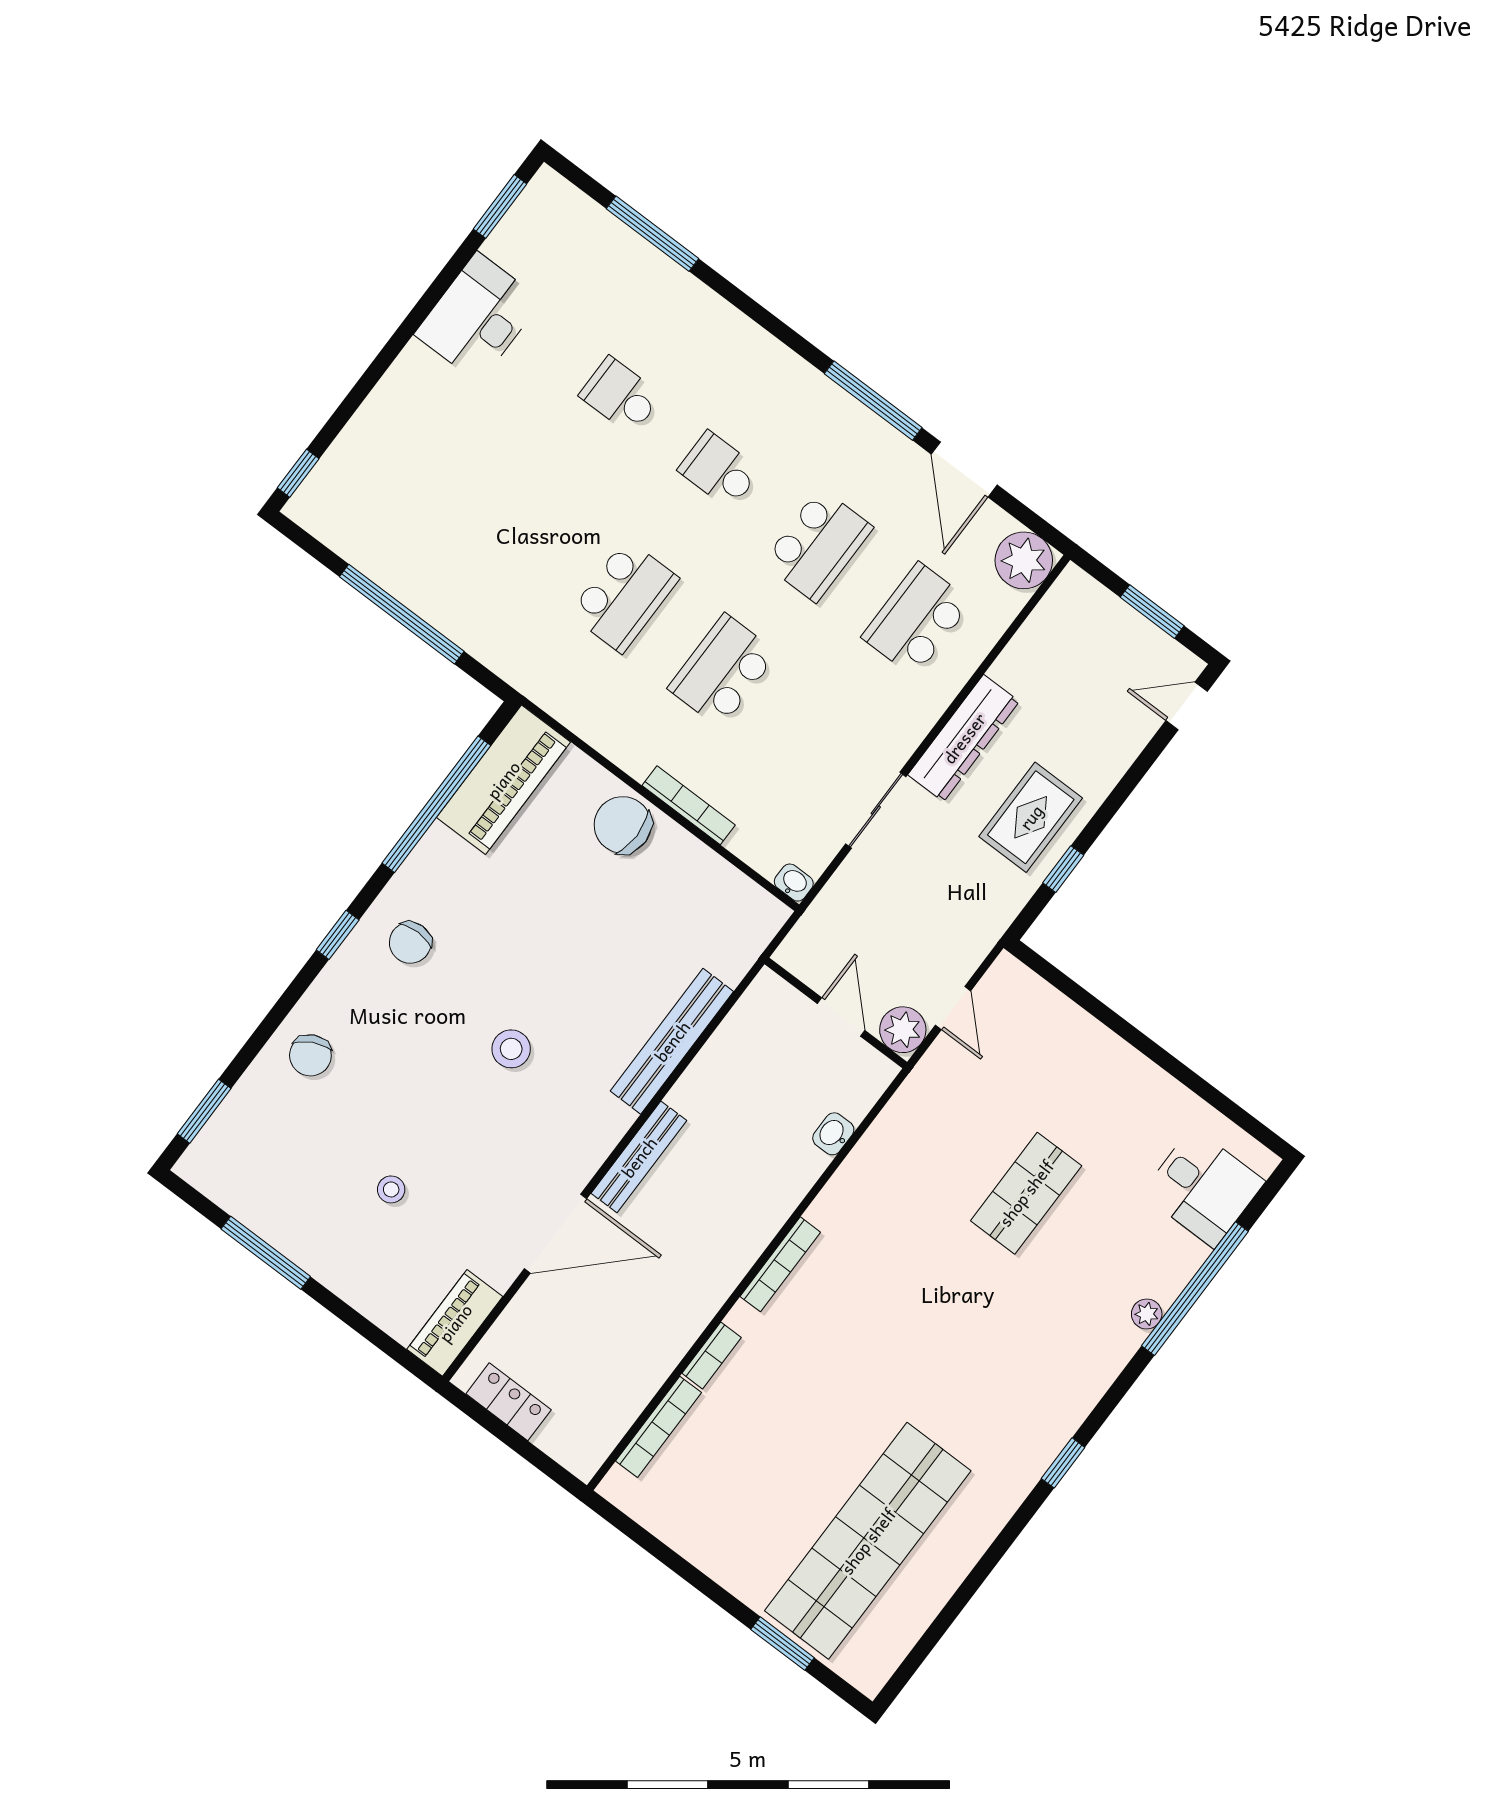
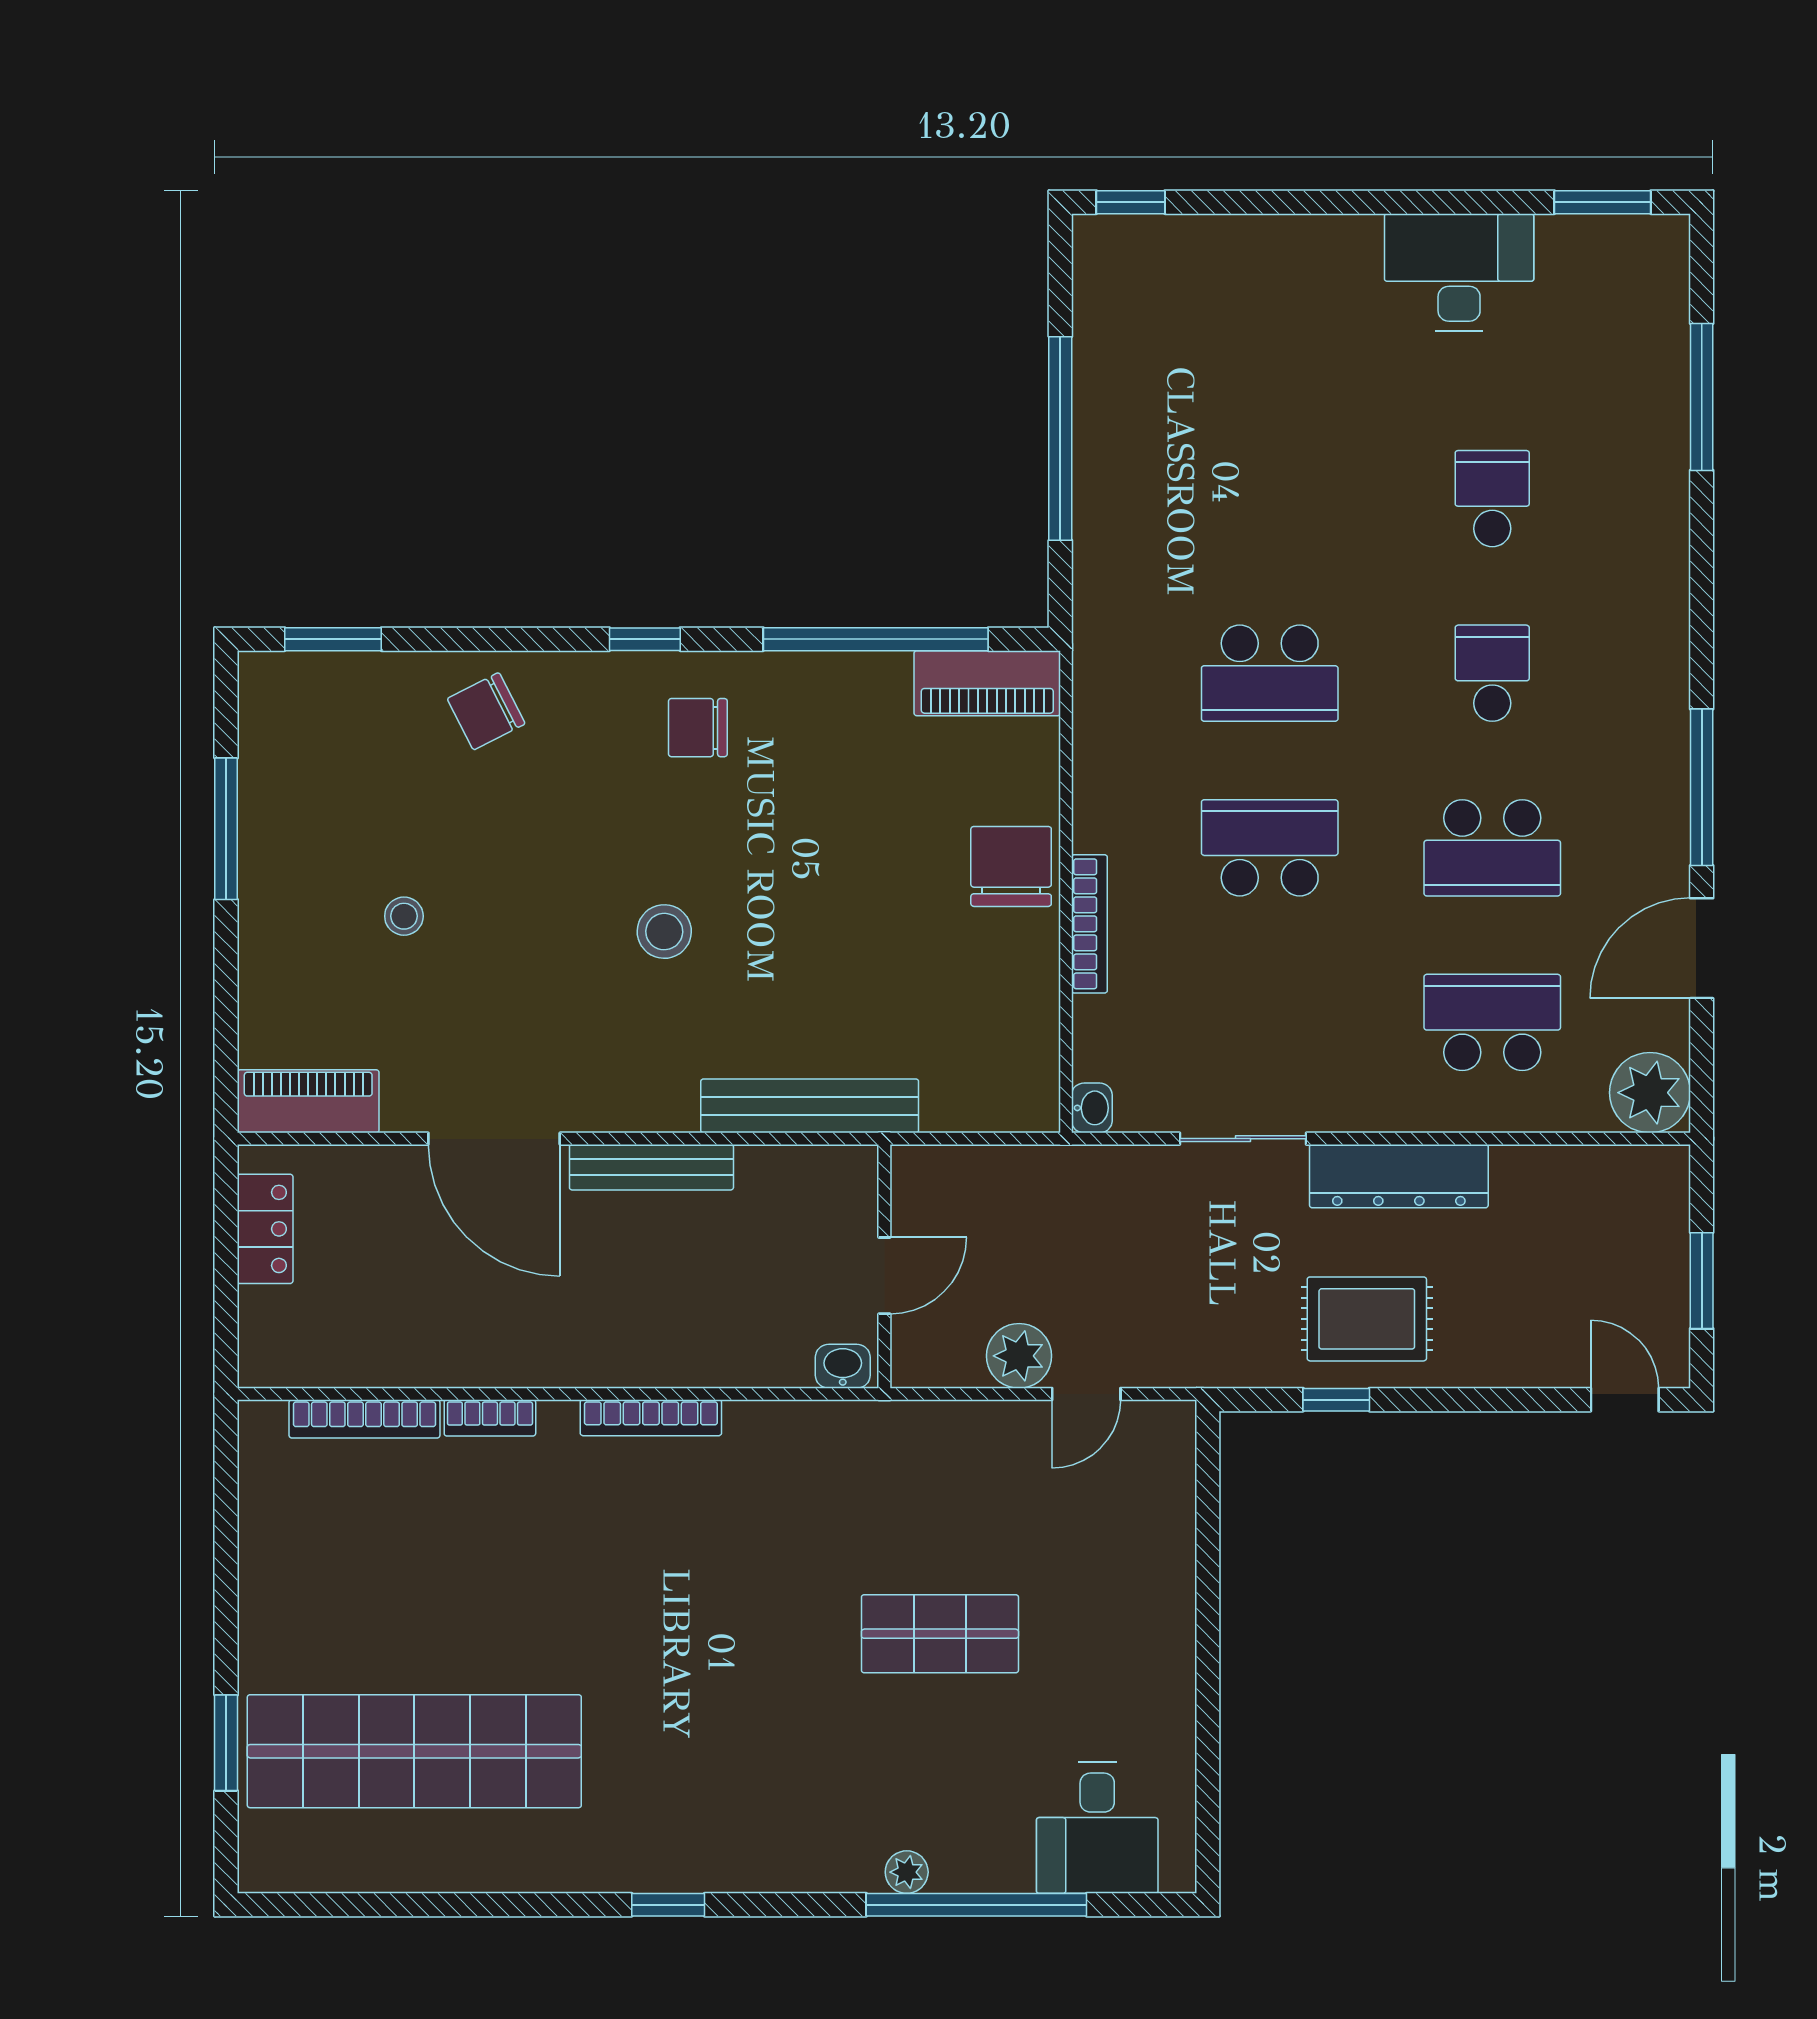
piano: (503, 780) -> (987, 683), width x0.73, depth x0.75
wall: (836, 1013) -> (884, 1266), moved
door: (841, 1017) -> (884, 1276), moved

